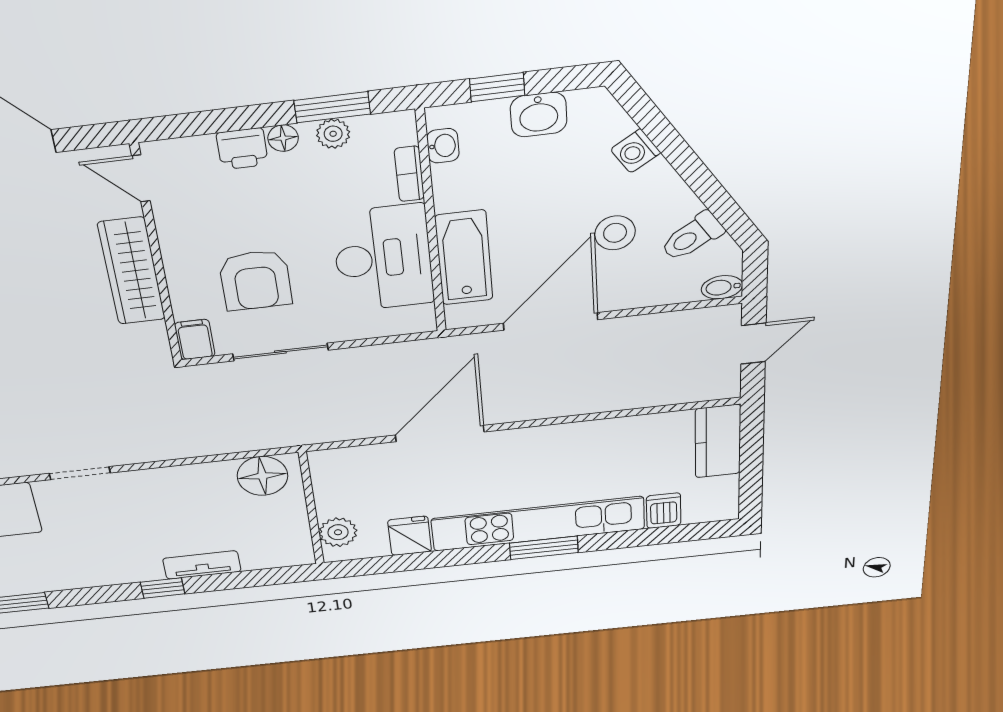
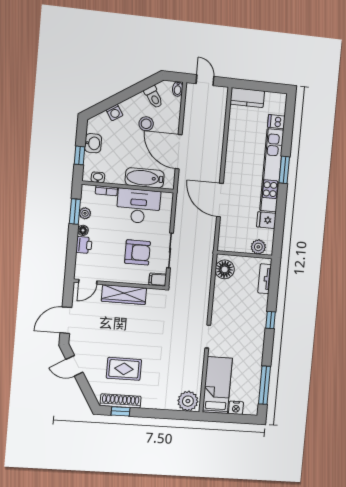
tv unit: (202, 565) -> (265, 279), moved

